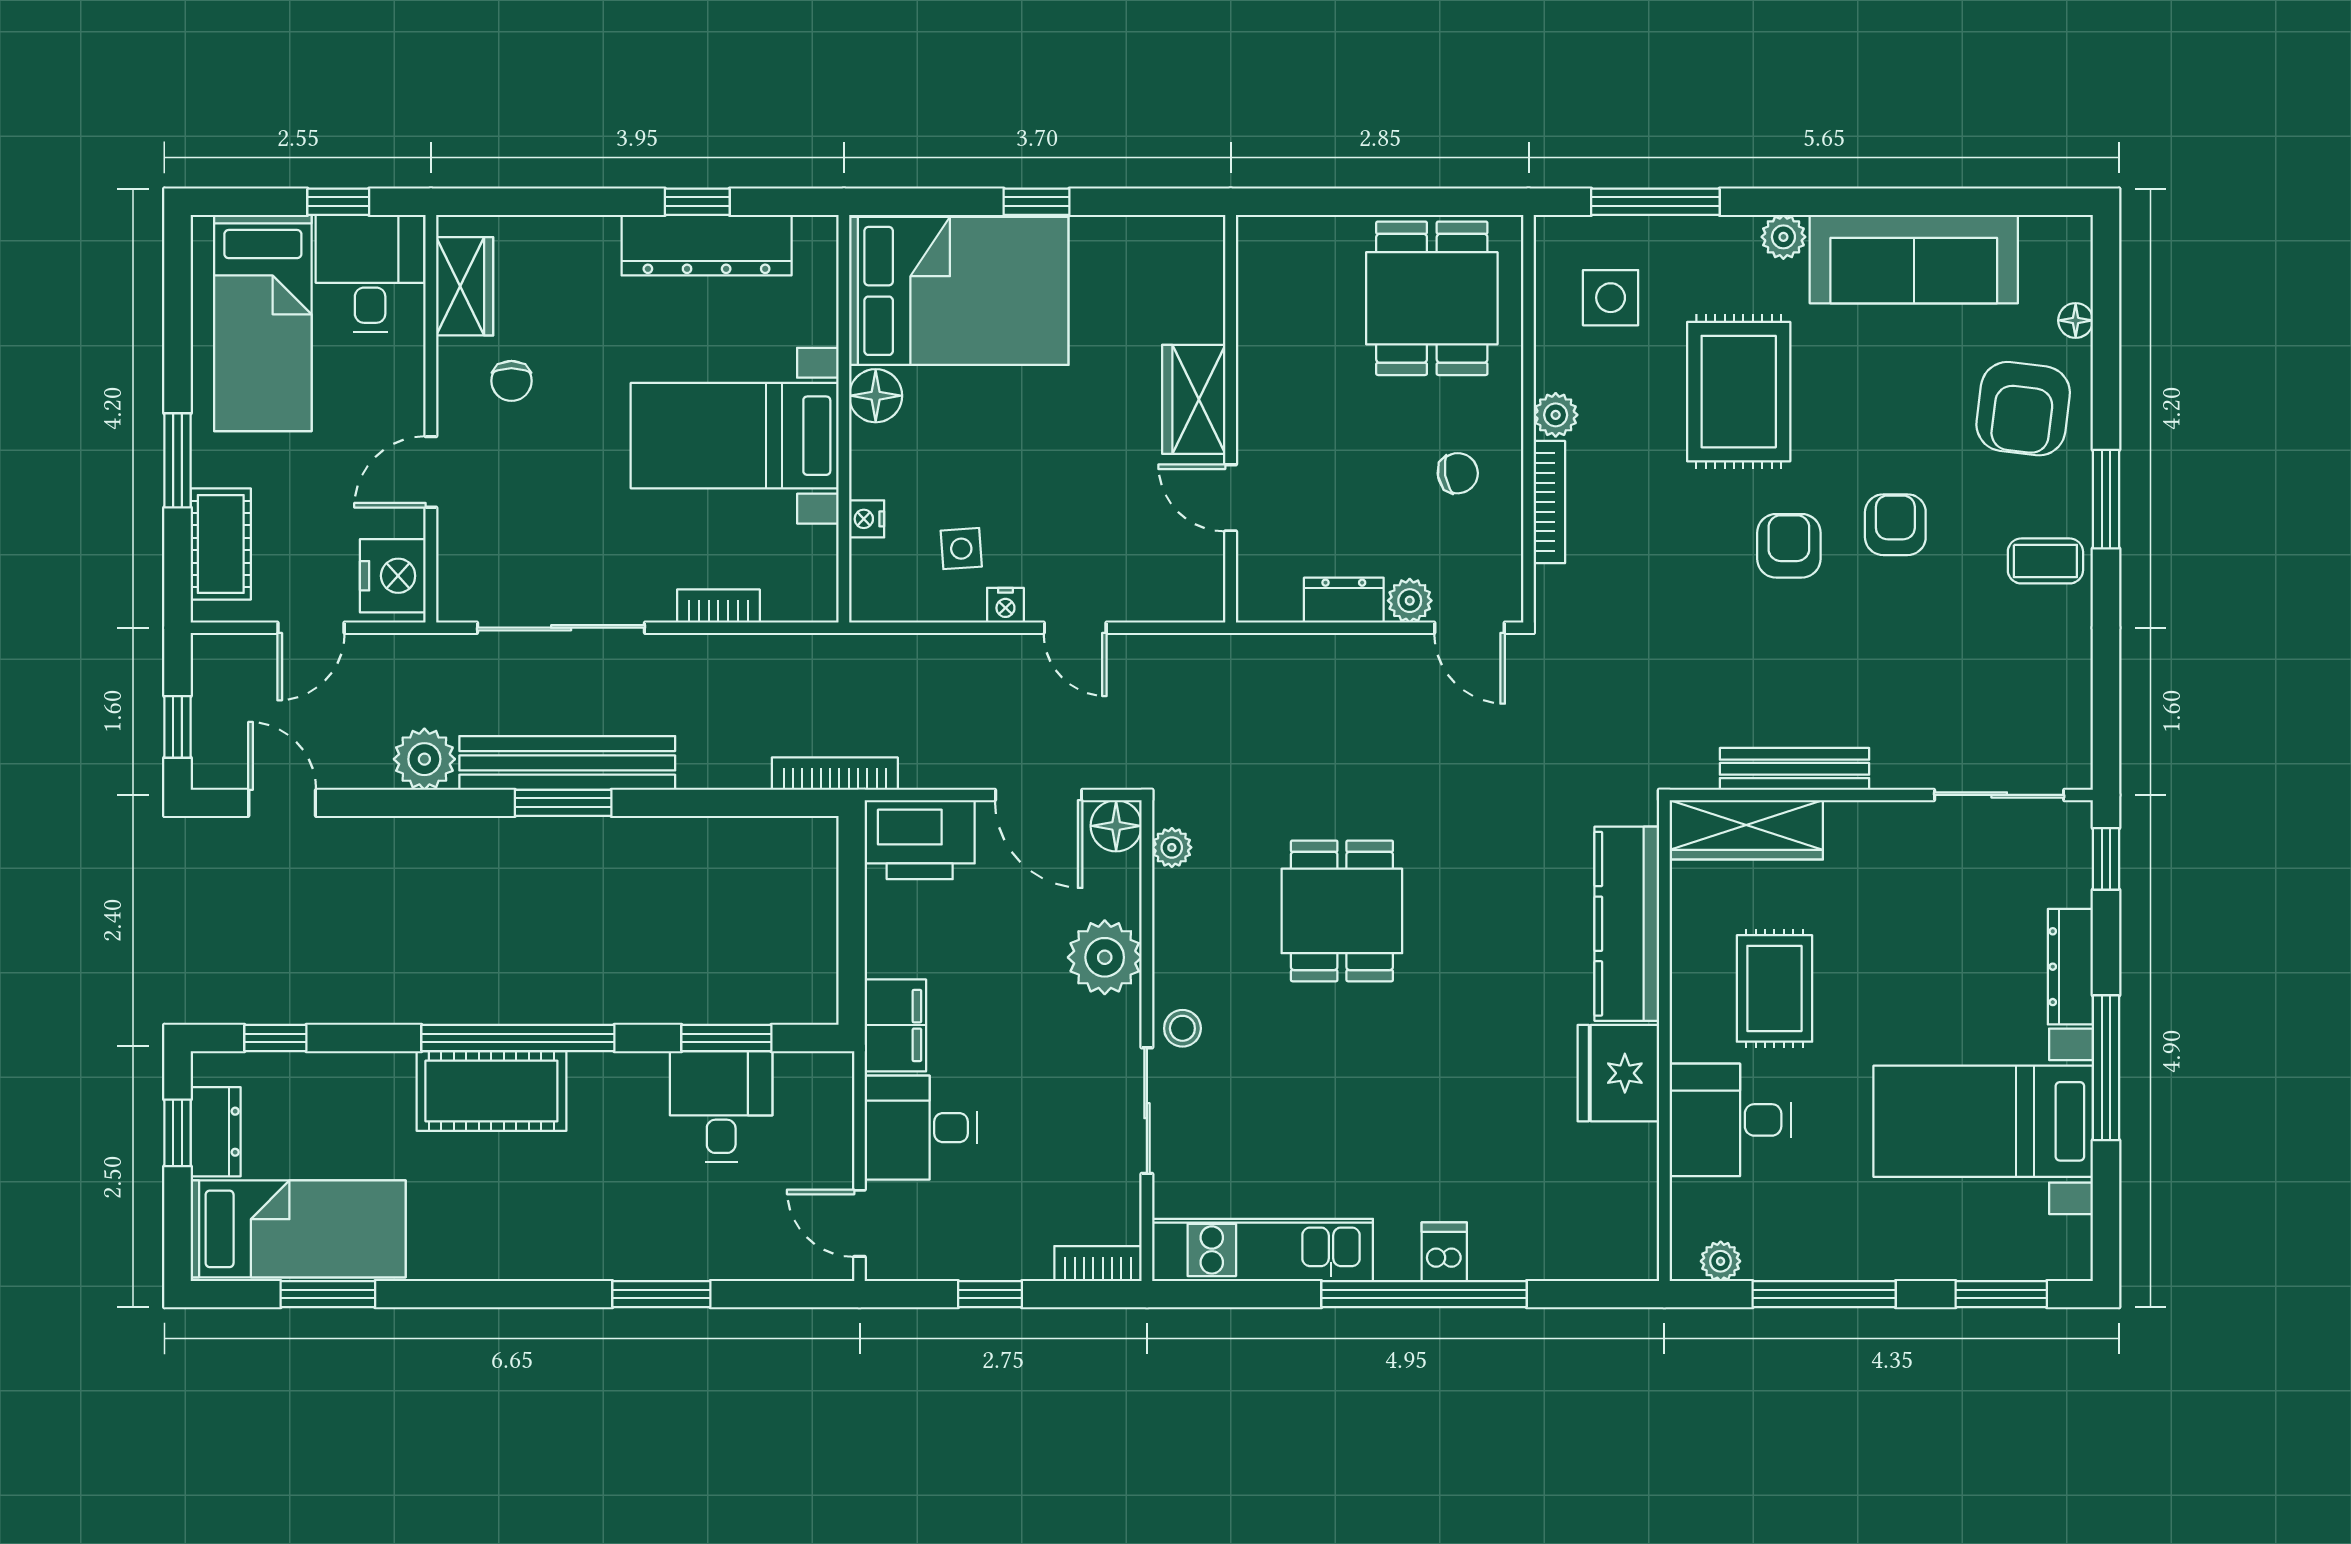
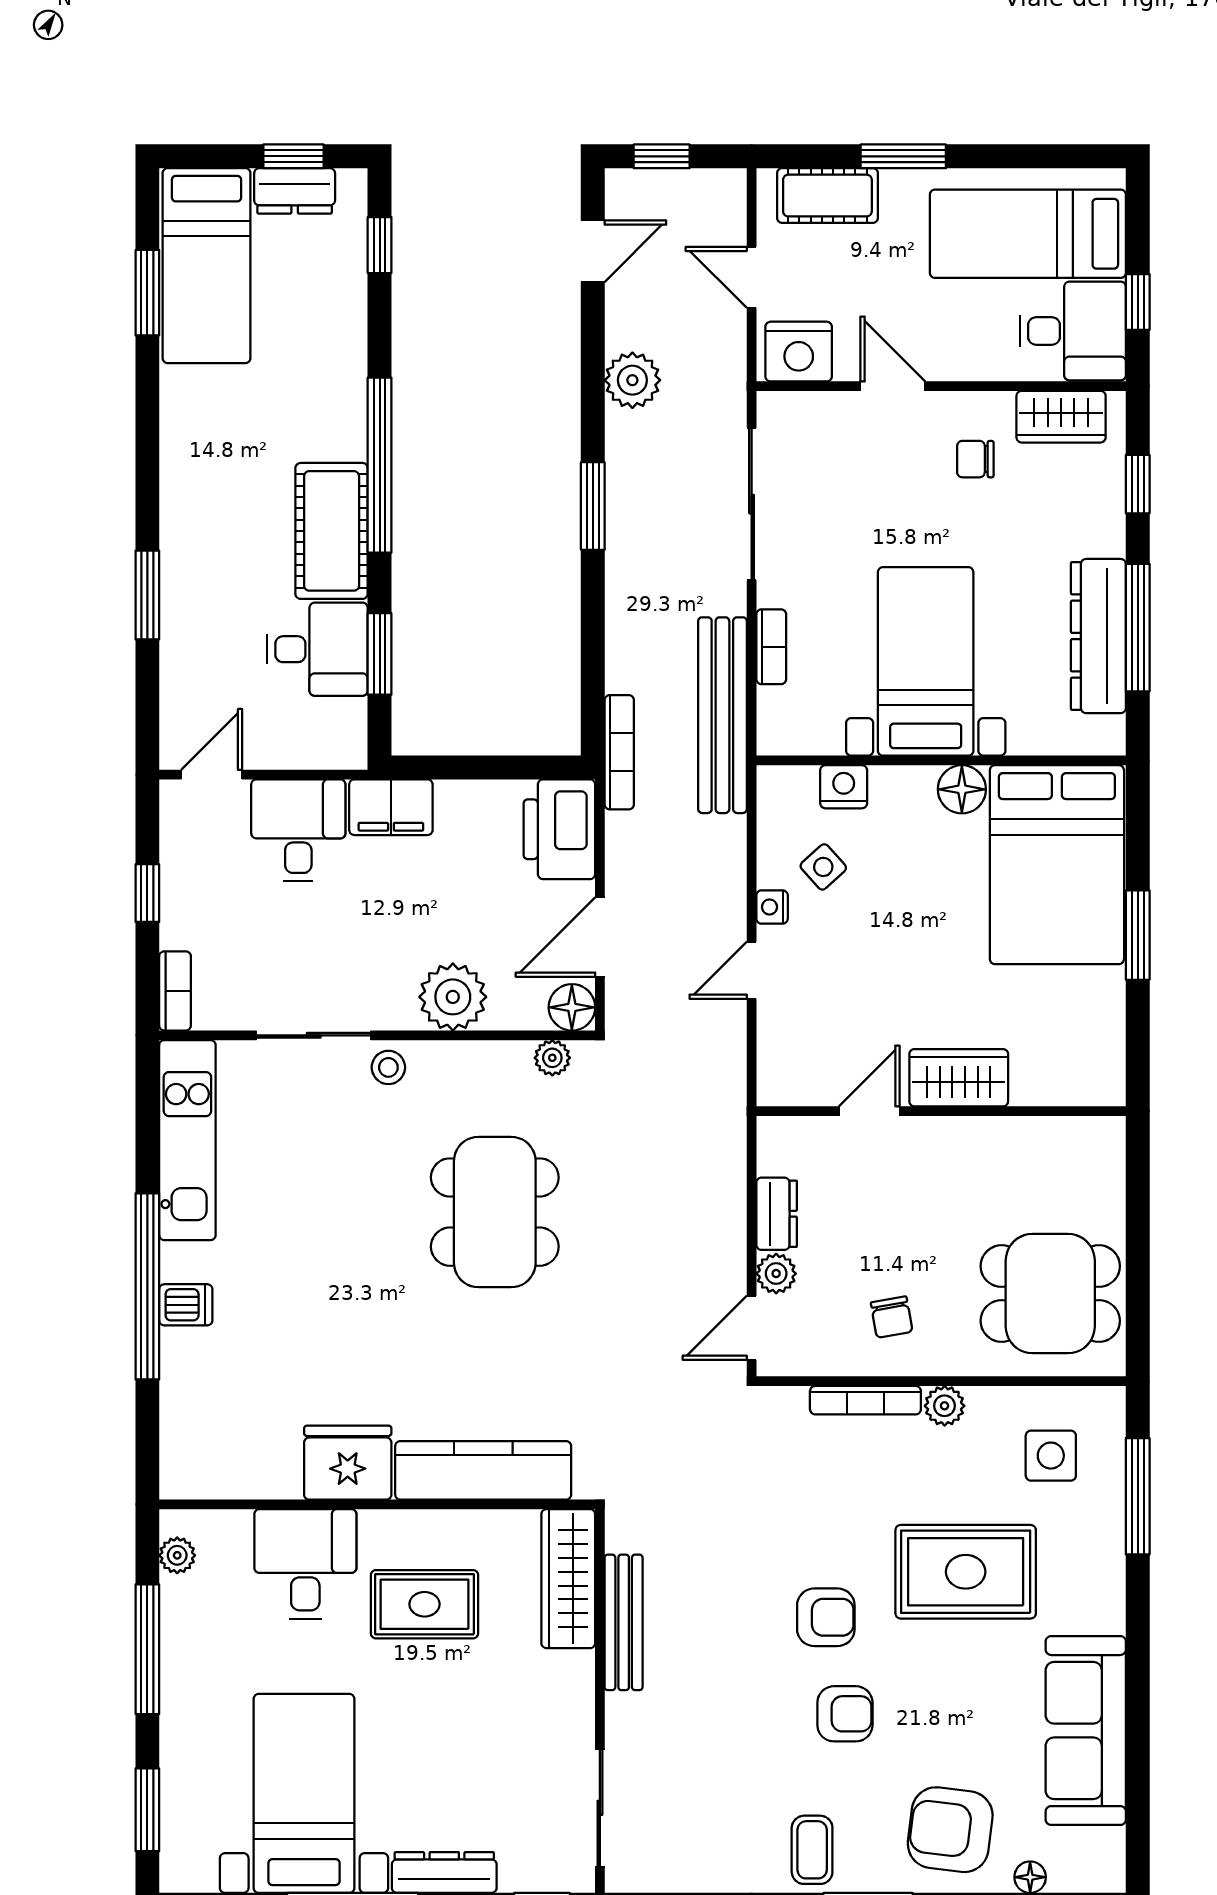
window: (539, 202) -> (1138, 484), added
window: (697, 202) -> (1138, 628), width x2.17
window: (1037, 202) -> (1138, 935), width x1.50
plant: (1783, 237) -> (1106, 1612), removed
nightstand: (867, 519) -> (844, 787), width x1.39, depth x1.35
side table: (961, 549) -> (823, 867), turned -38
bench: (567, 763) -> (722, 715), moved
dining table: (1342, 911) -> (495, 1212), width x1.38
cot: (491, 1091) -> (332, 531), moved

